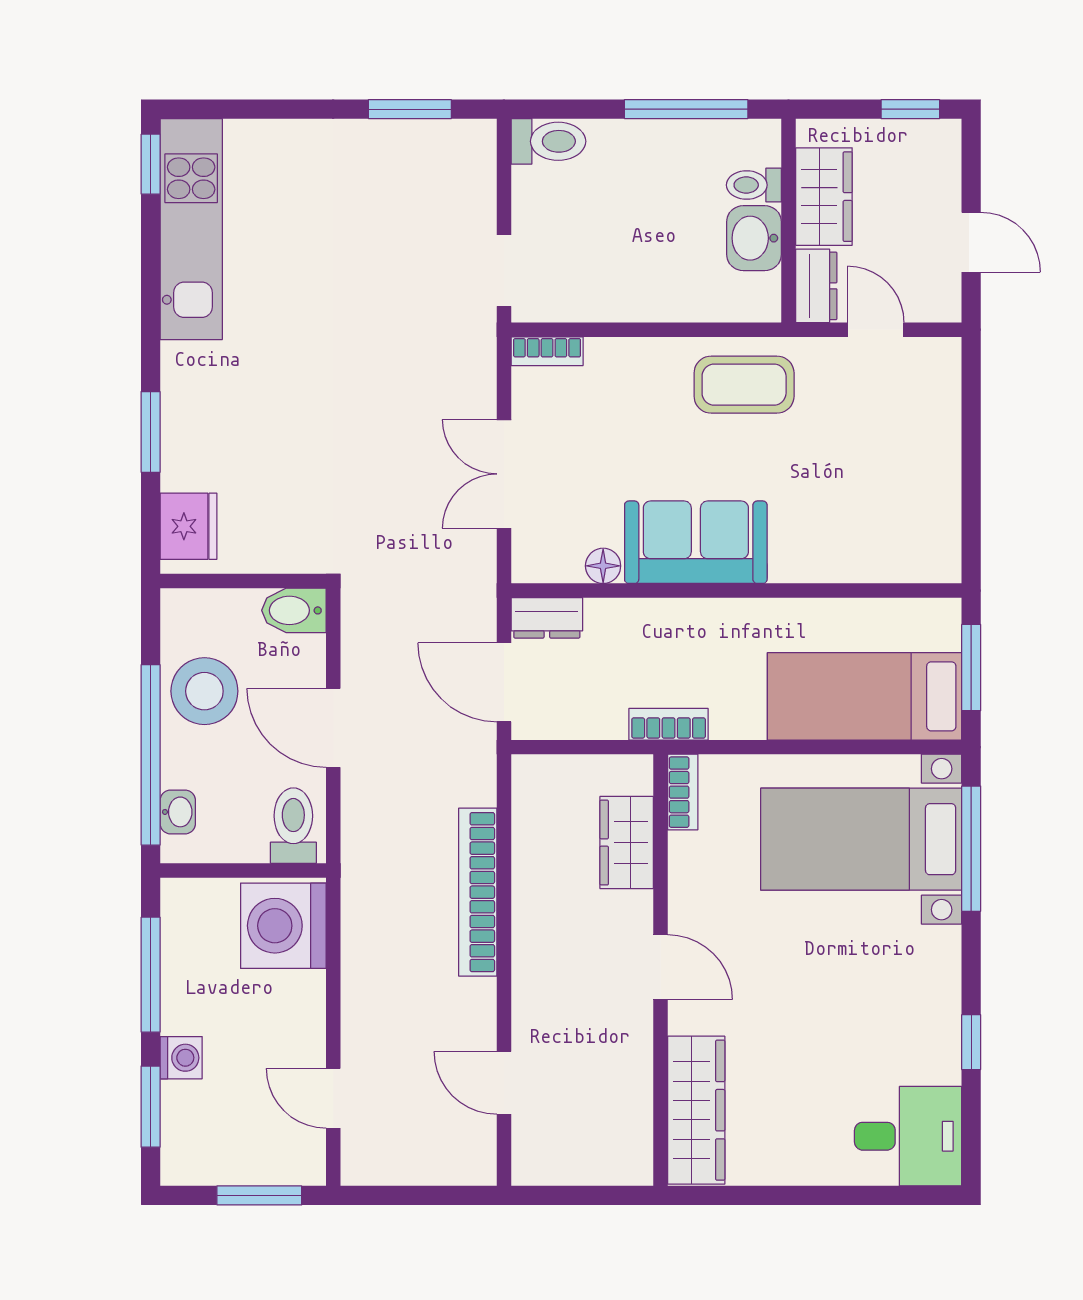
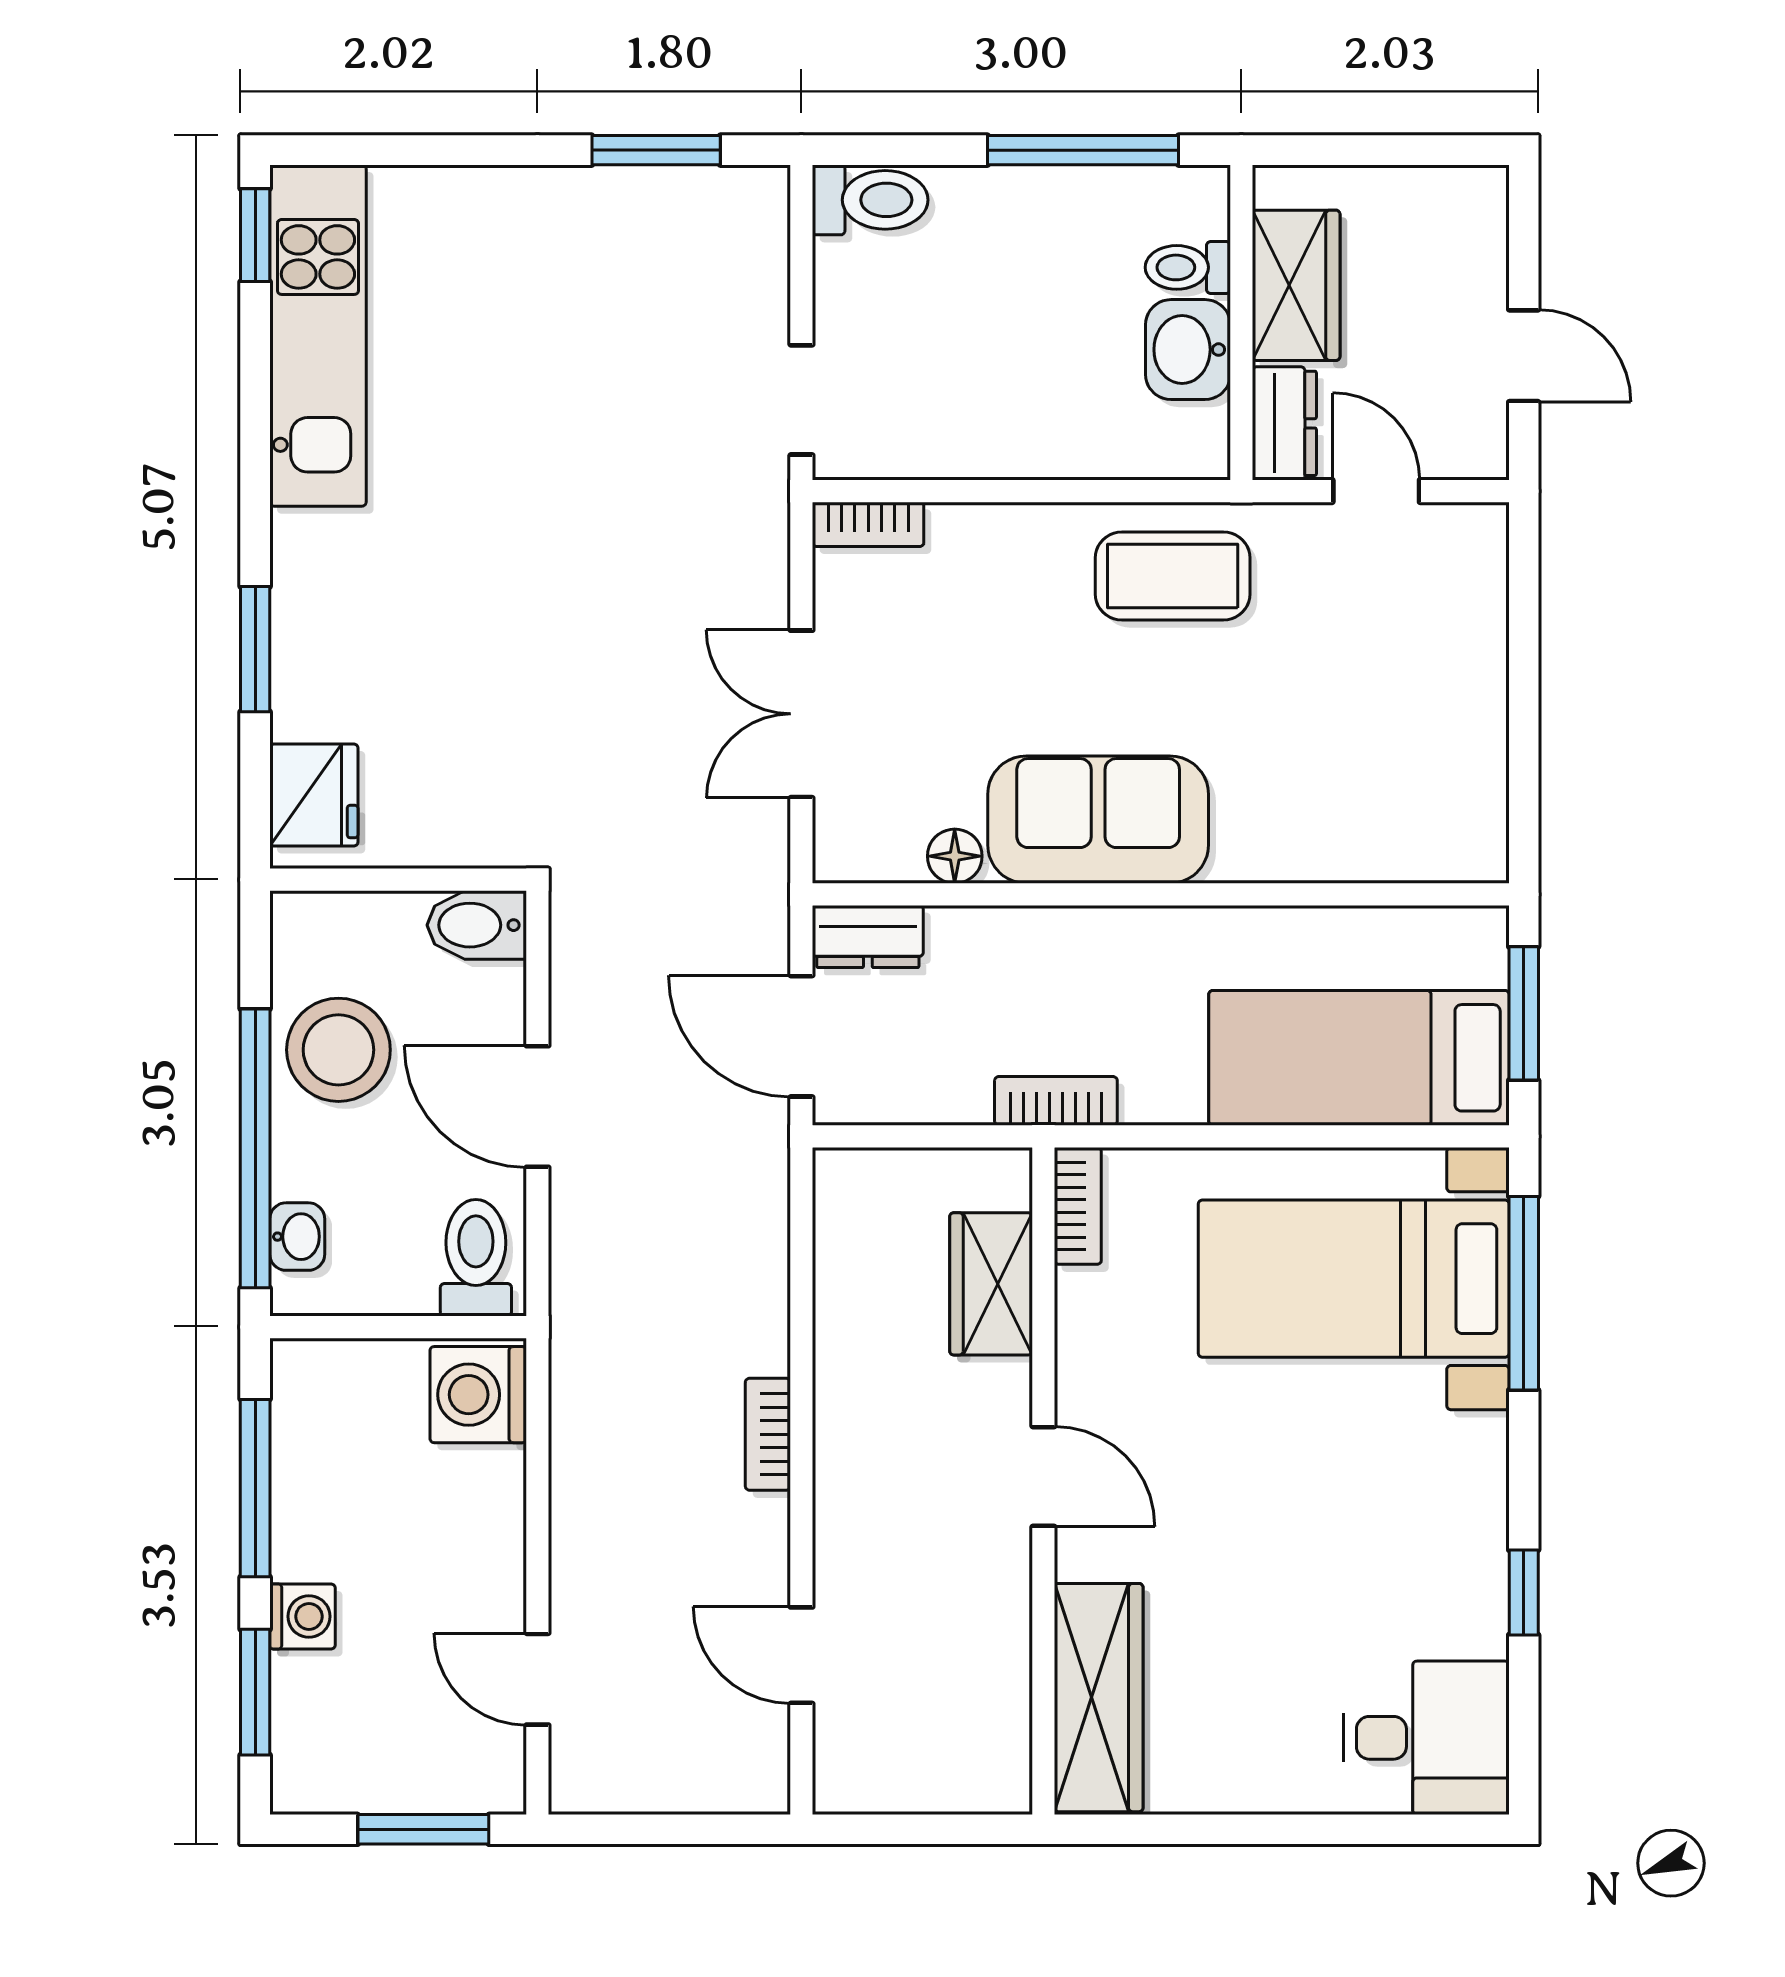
window: (910, 109) -> (1430, 150), removed
bookcase: (478, 892) -> (768, 1434), width x0.43, depth x0.76
washing machine: (283, 926) -> (478, 1395), width x0.73, depth x0.73

